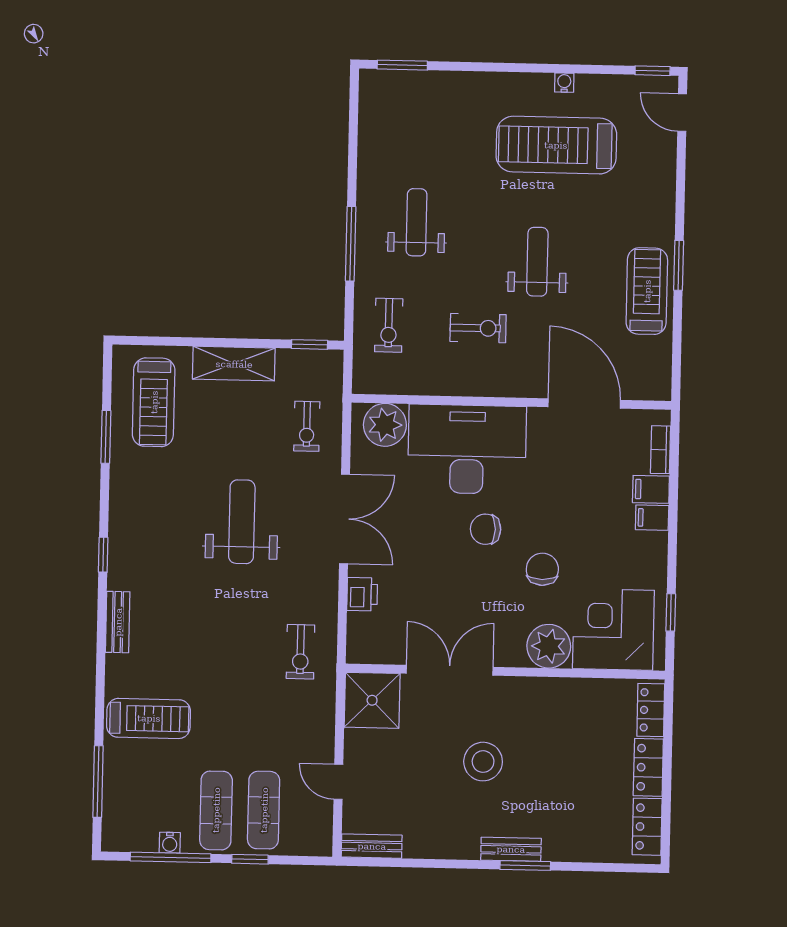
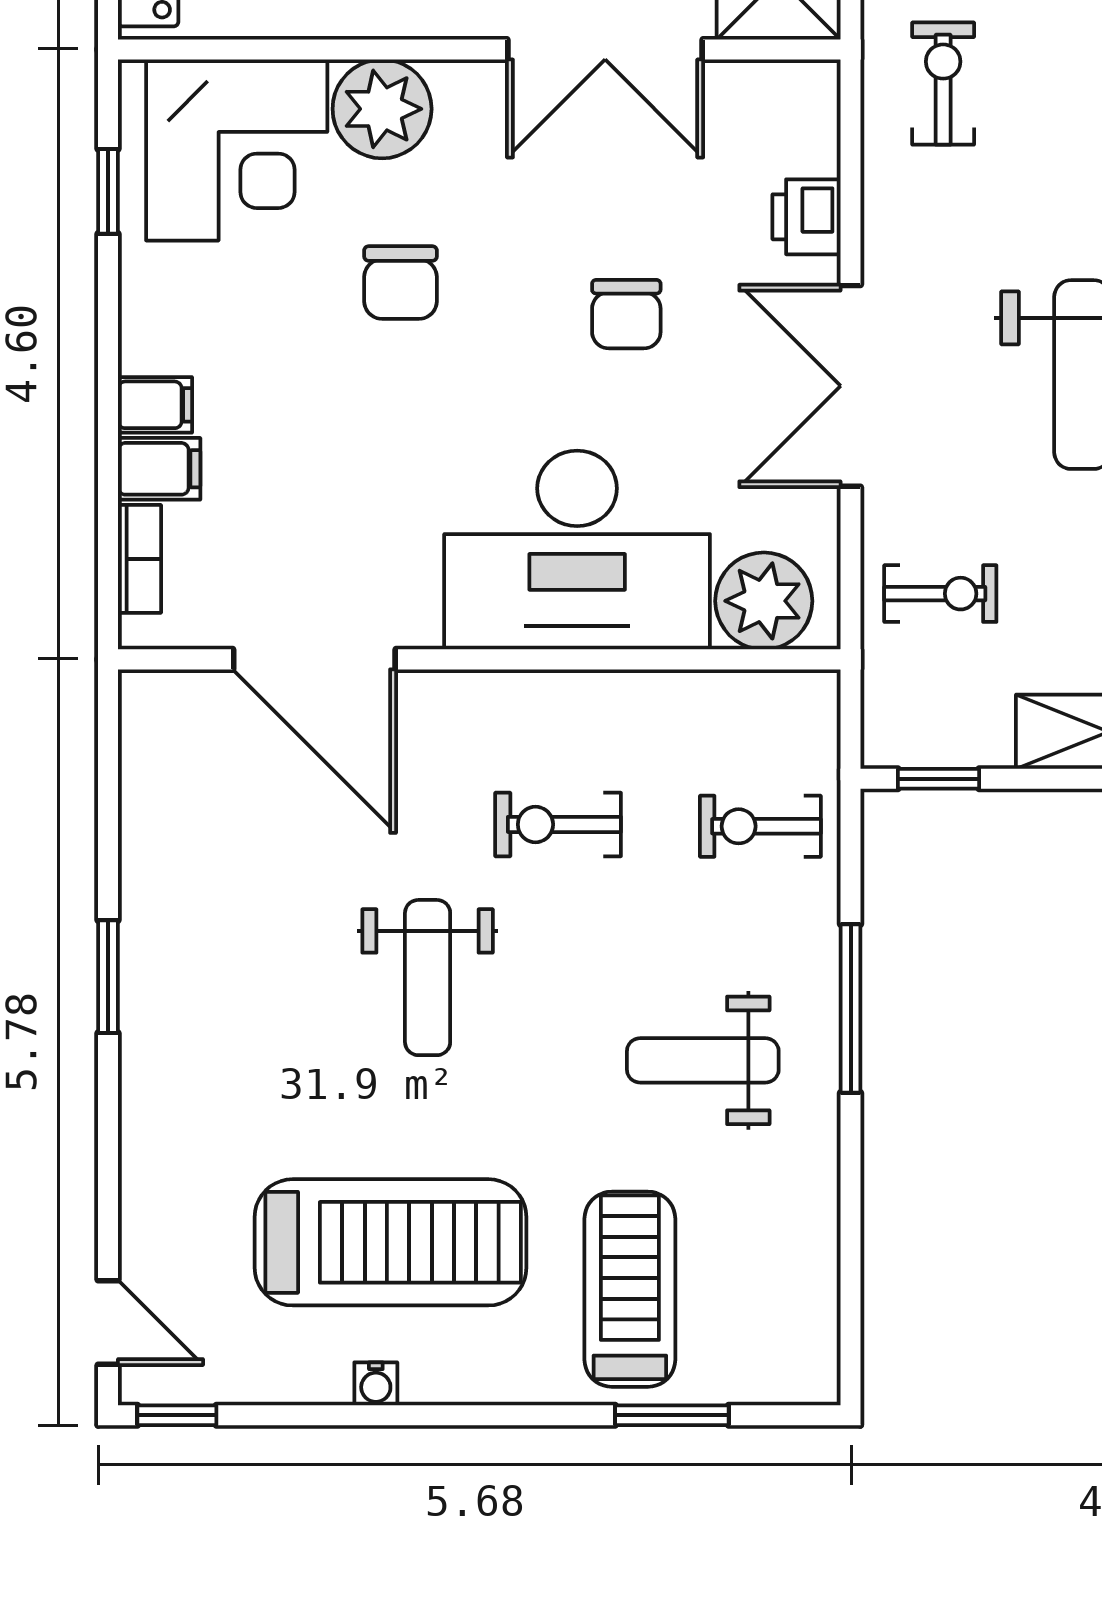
window: (402, 65) -> (672, 1415), moved
weight bench: (416, 222) -> (703, 1060), turned 90
treadmill: (647, 291) -> (630, 1289), moved, turned 180
exercise bike: (389, 325) -> (760, 826), turned -90
exercise bike: (307, 426) -> (940, 594), turned 90
chair: (486, 529) -> (626, 314), moved, turned 90

